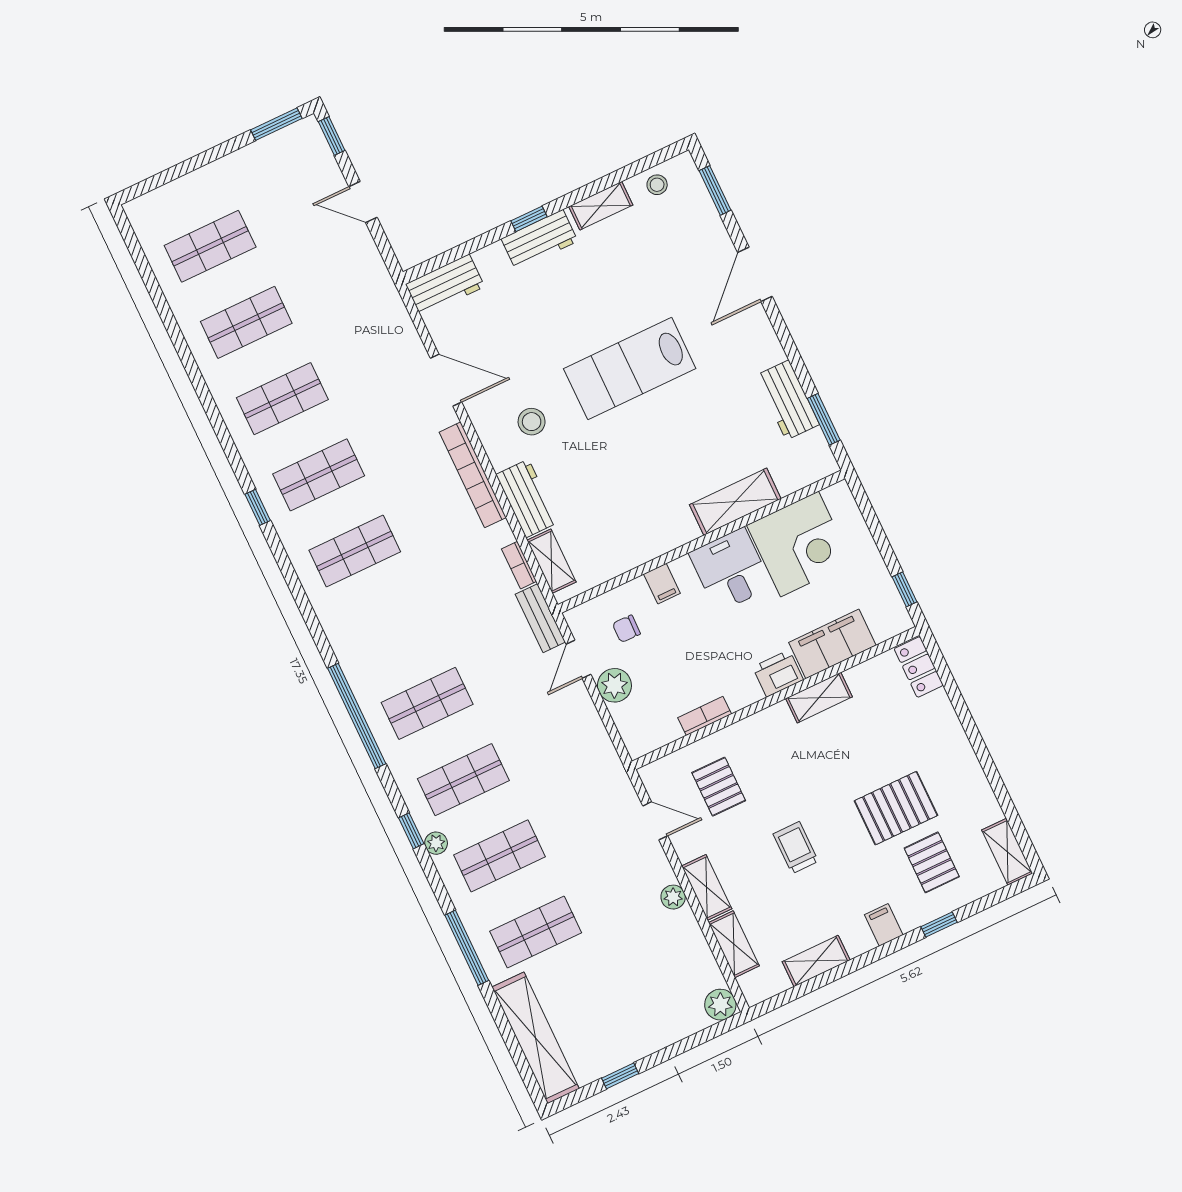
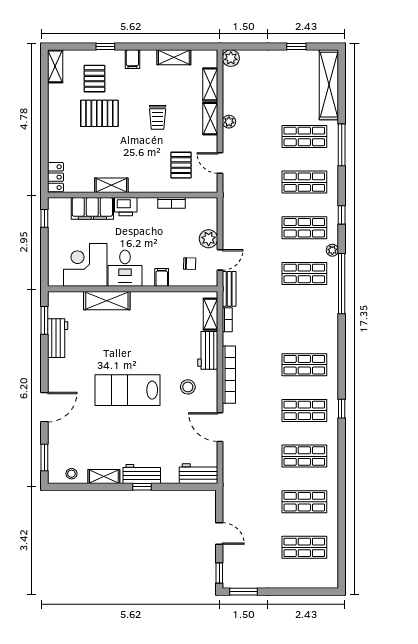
lab bench: (630, 369) -> (128, 390), turned 180
plant: (436, 843) -> (332, 250), moved

